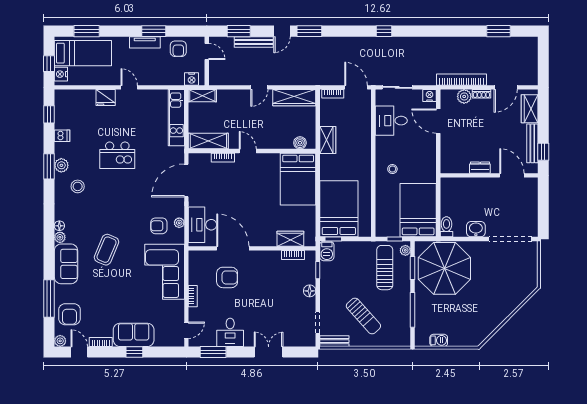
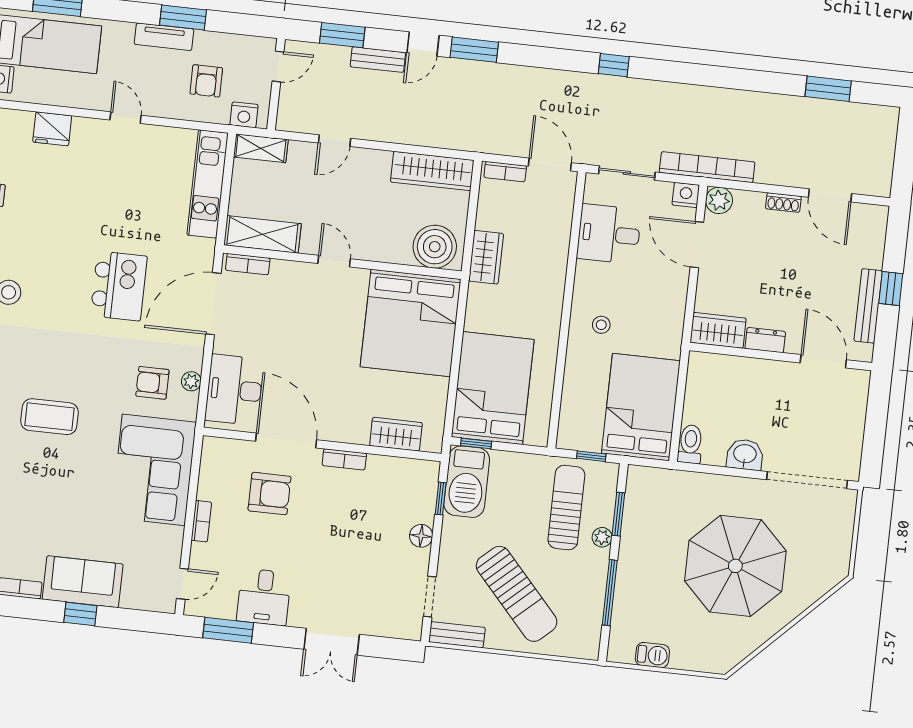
bench: (254, 42) -> (378, 60), width x0.73
armchair: (178, 49) -> (206, 81), moved
door: (207, 51) -> (278, 66), hinge flipped
bookcase: (461, 80) -> (707, 167), moved
door: (259, 87) -> (334, 141), moved
door: (506, 87) -> (830, 195), hinge flipped
plant: (464, 96) -> (719, 200), moved
fridge: (106, 98) -> (52, 129), moved
wardrobe: (530, 109) -> (718, 330), moved, turned 90
boiler: (300, 143) -> (435, 247), width x1.86, depth x1.86
window: (543, 152) -> (891, 289), moved
kitchen island: (117, 155) -> (119, 286), moved, turned -90
bookcase: (223, 158) -> (248, 264), moved
bed: (298, 179) -> (411, 323), width x1.36
coffee table: (106, 250) -> (49, 417), turned 67
plant: (405, 250) -> (602, 537), moved
barbecue: (327, 251) -> (467, 482), width x1.88, depth x1.53
bookcase: (293, 255) -> (344, 459), moved
parasol: (444, 268) -> (735, 566), moved
sun lounger: (363, 316) -> (517, 594), width x1.36, depth x1.34
double door: (269, 352) -> (332, 642), swing flipped

